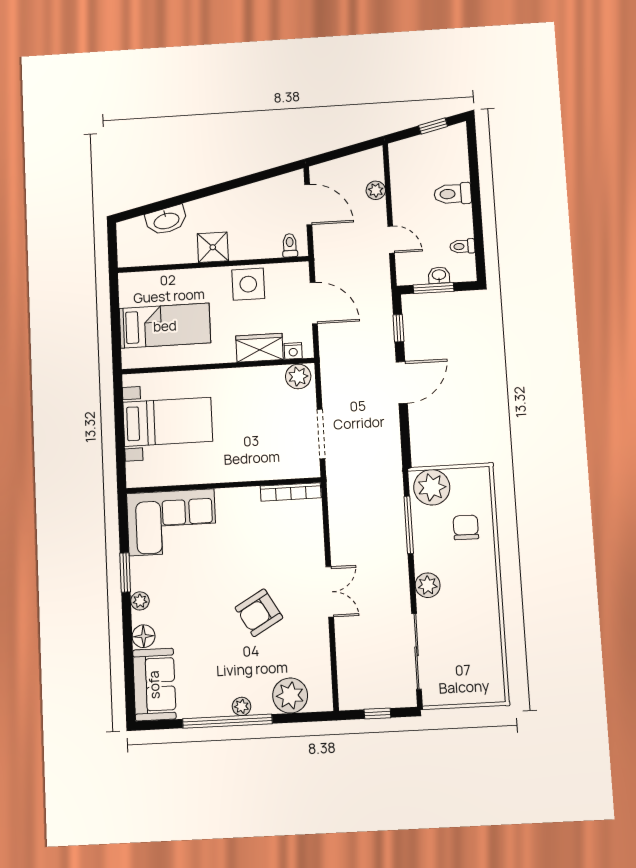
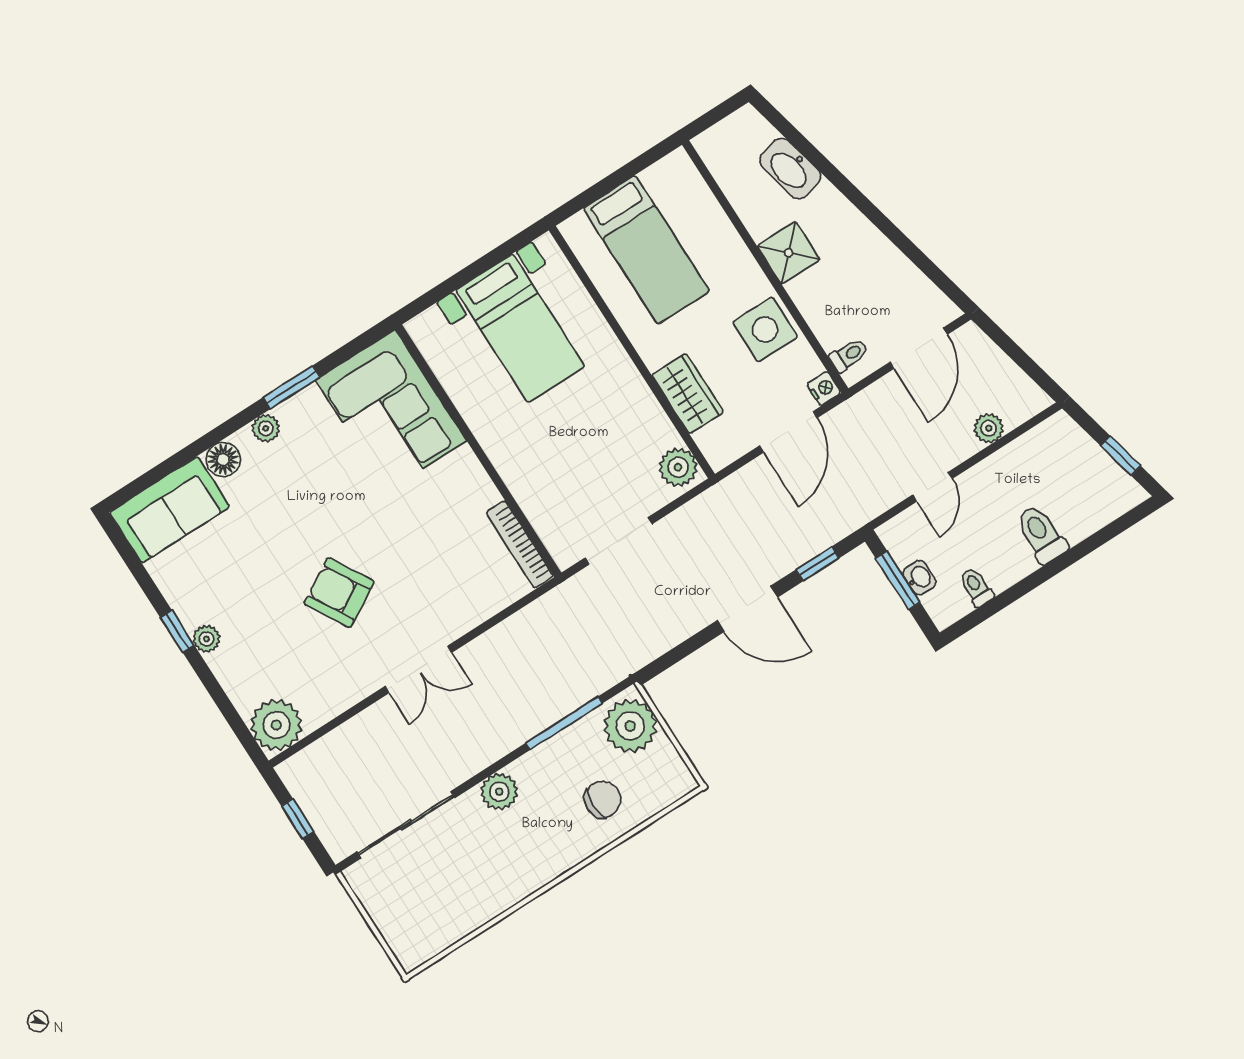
nightstand: (293, 351) -> (824, 388), moved, turned 180
plant: (290, 696) -> (276, 725), moved
window: (227, 721) -> (177, 631), width x0.32

